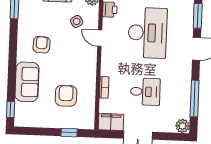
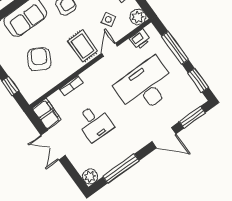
desk: (148, 33) -> (145, 86), turned 180
rug: (82, 56) -> (83, 46), added
armchair: (66, 96) -> (39, 59), turned -58

